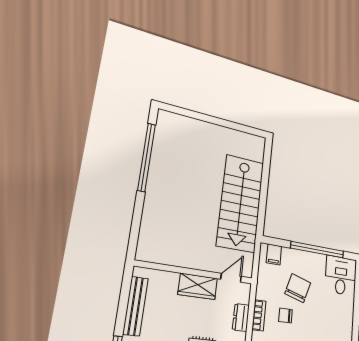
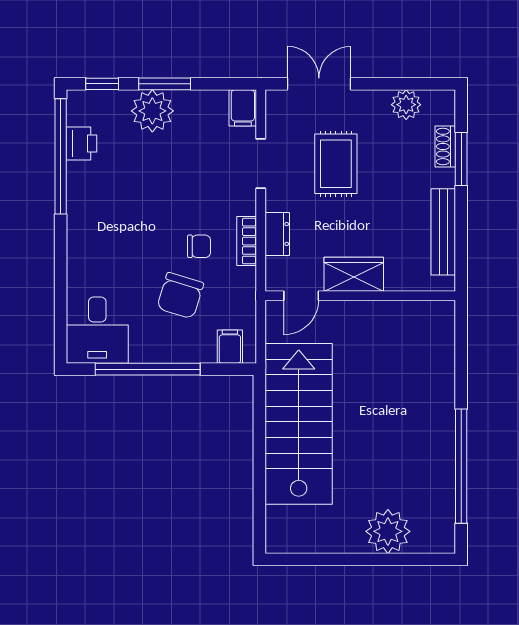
plant: (197, 131) -> (388, 531), added

